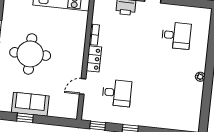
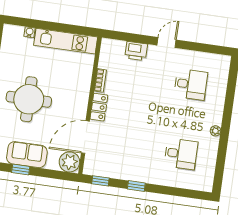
door: (83, 86) -> (85, 137), width x1.87
desk: (117, 93) -> (181, 154), moved
plant: (69, 109) -> (69, 162), added

